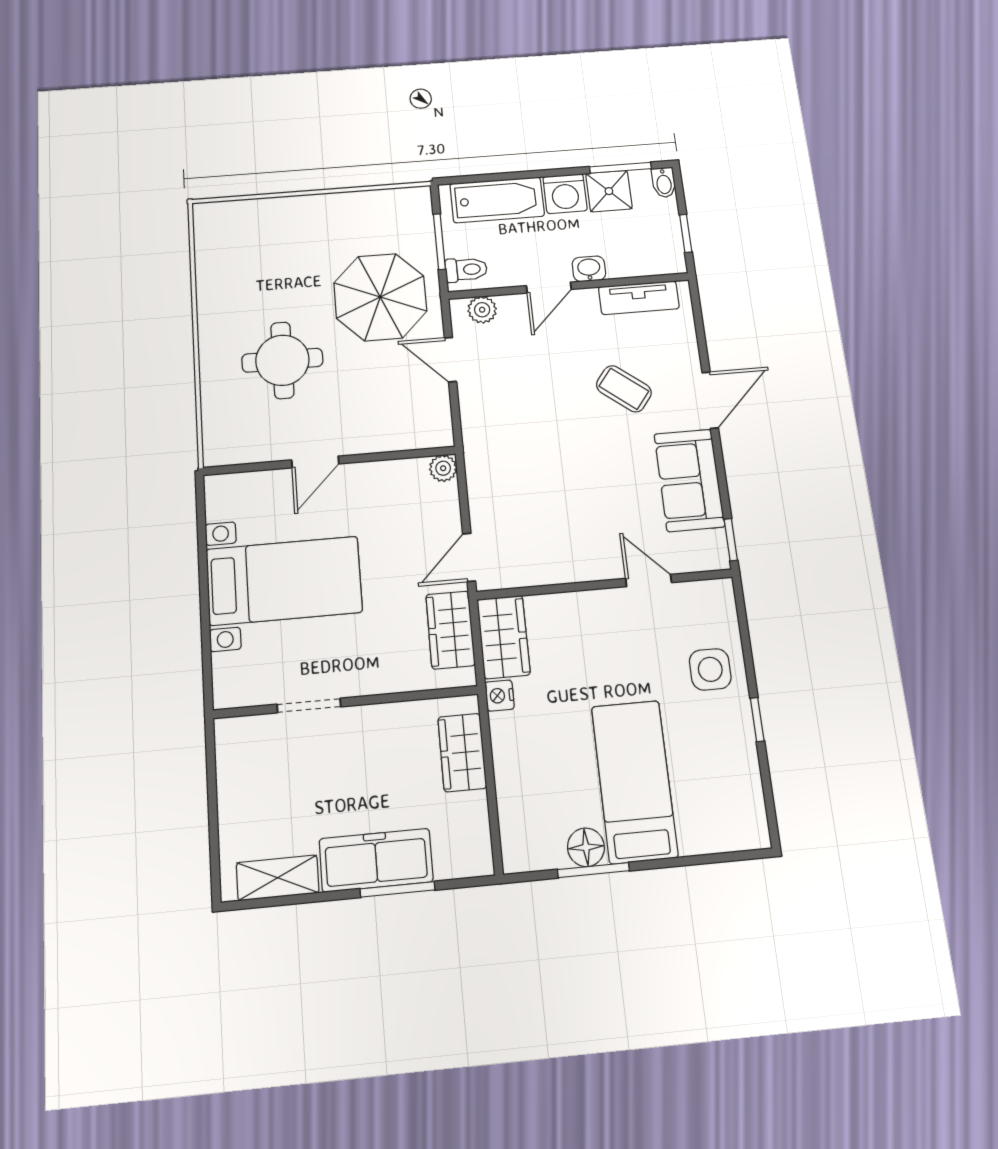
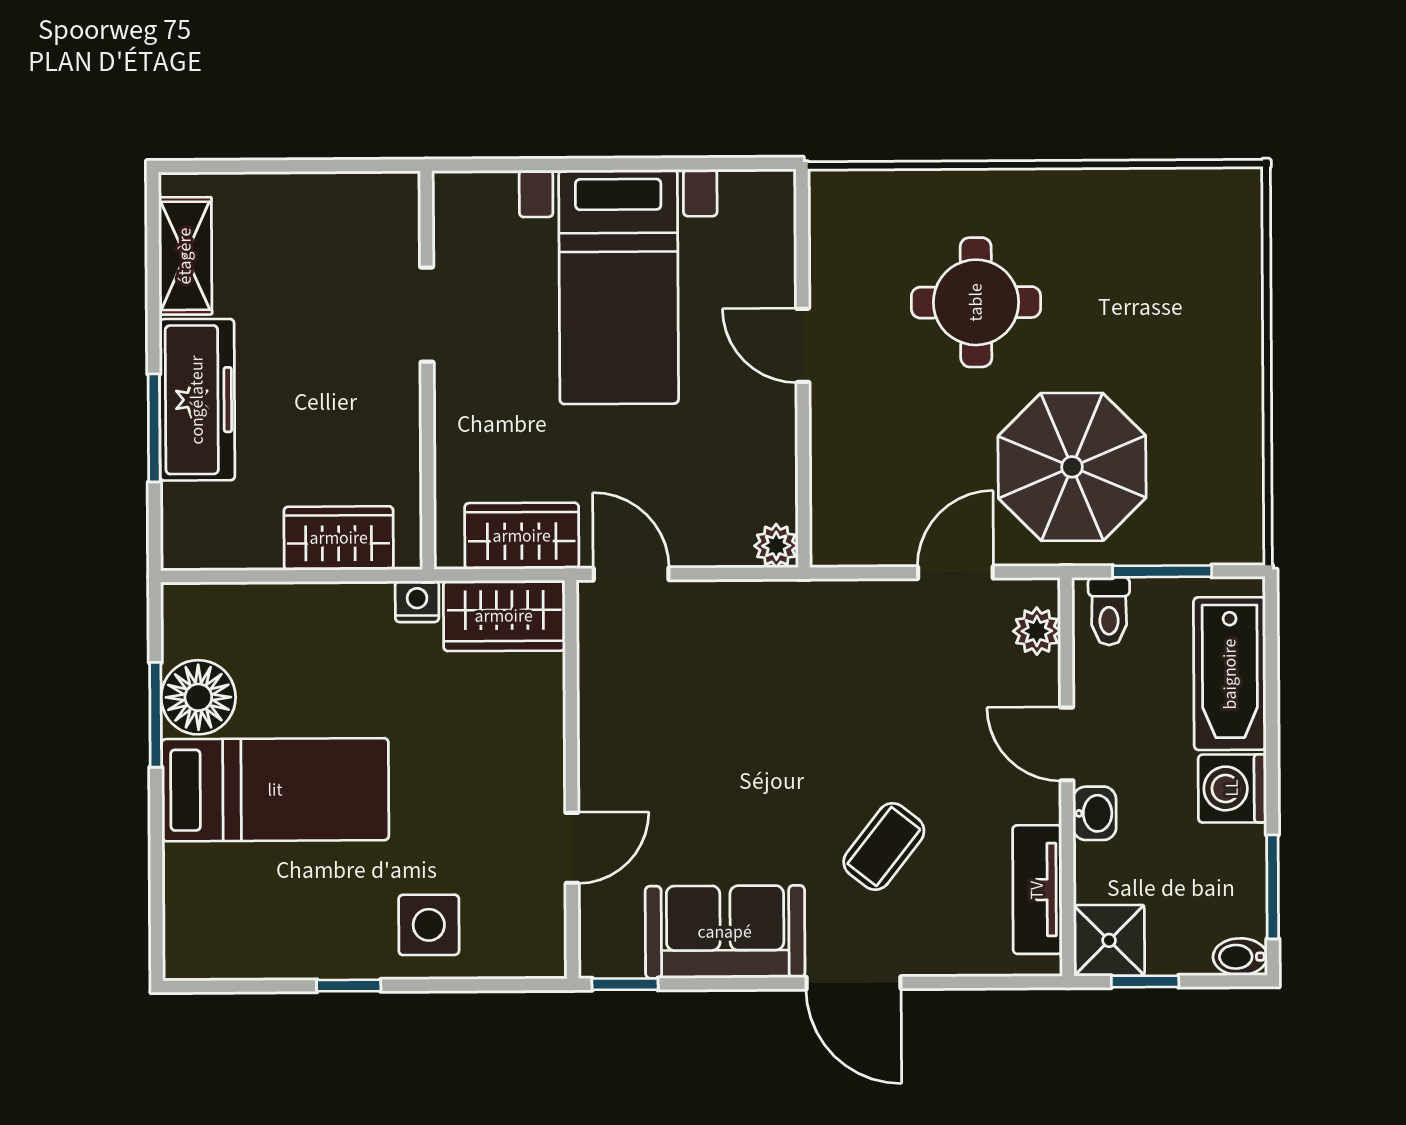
shower: (609, 191) -> (1109, 940), moved
floor lamp: (586, 847) -> (198, 697), width x1.38, depth x1.38

